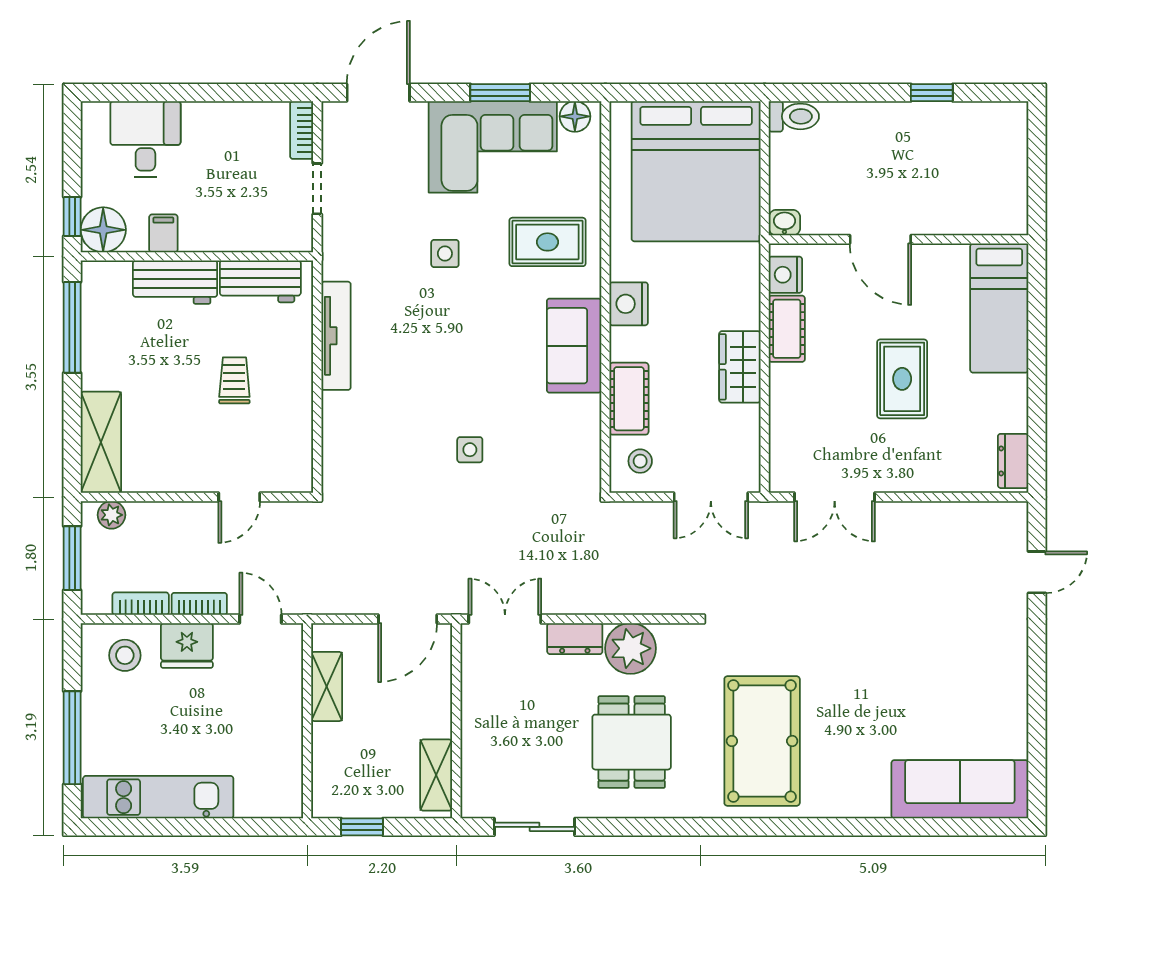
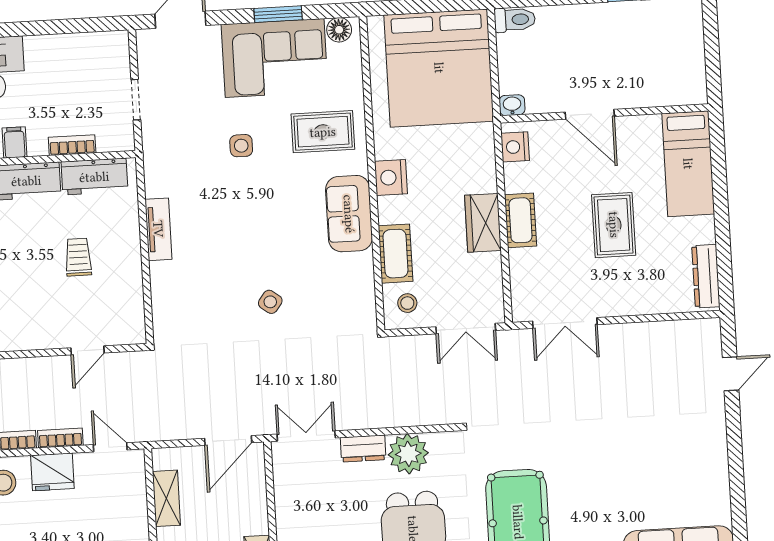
bookcase: (302, 130) -> (72, 145), moved, turned 90
cot: (787, 329) -> (521, 220), moved
tv unit: (336, 336) -> (158, 229), width x0.71
side table: (470, 450) -> (270, 302), turned 37
dresser: (1013, 461) -> (706, 276), width x1.44

